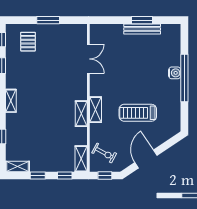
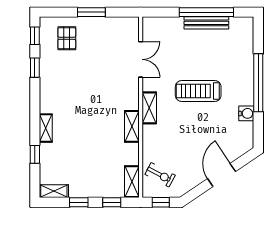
window: (142, 20) -> (206, 12), width x2.11
water cooler: (175, 73) -> (246, 113), moved
shelving: (11, 101) -> (46, 128), moved
shelving: (95, 110) -> (149, 108), moved
treadmill: (138, 113) -> (198, 91), moved
door: (146, 159) -> (222, 175), moved

